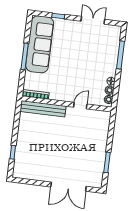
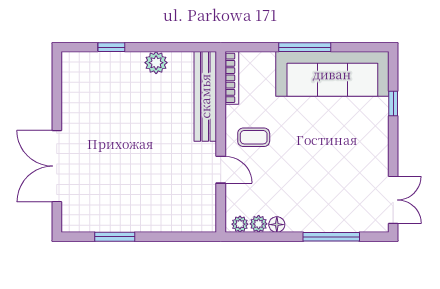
double door: (93, 20) -> (393, 200), moved
coffee table: (66, 87) -> (254, 137), added
plant: (23, 131) -> (156, 63), added

